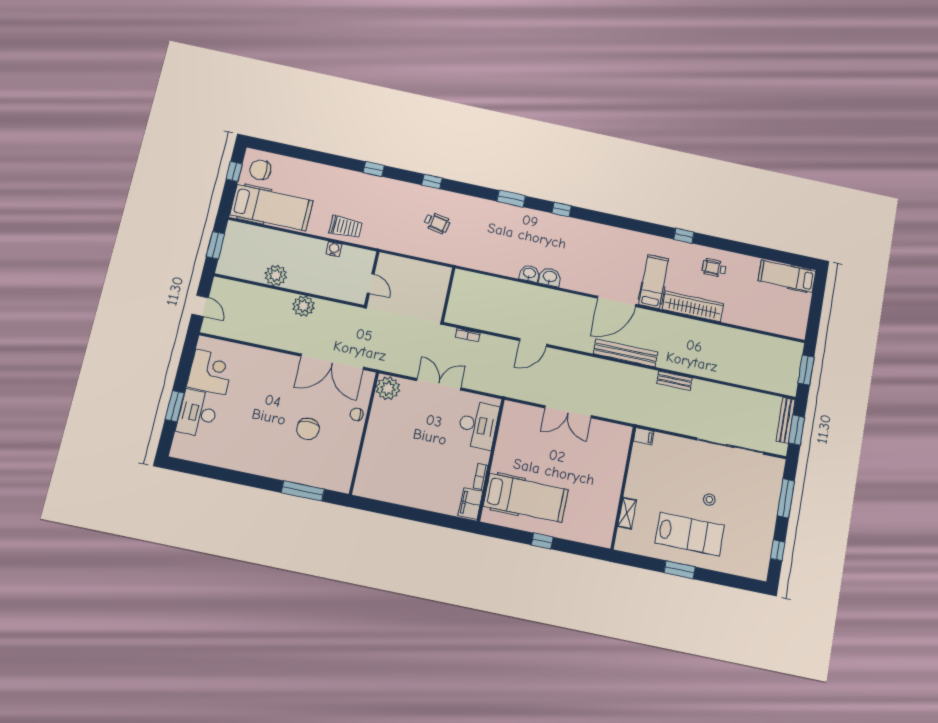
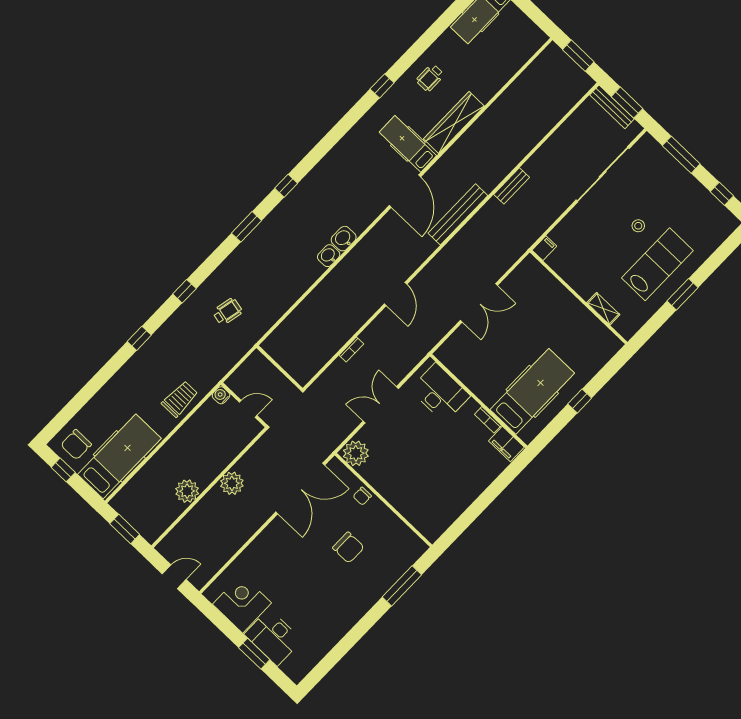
water cooler: (334, 249) -> (221, 395), moved
wall: (448, 295) -> (280, 368), moved

